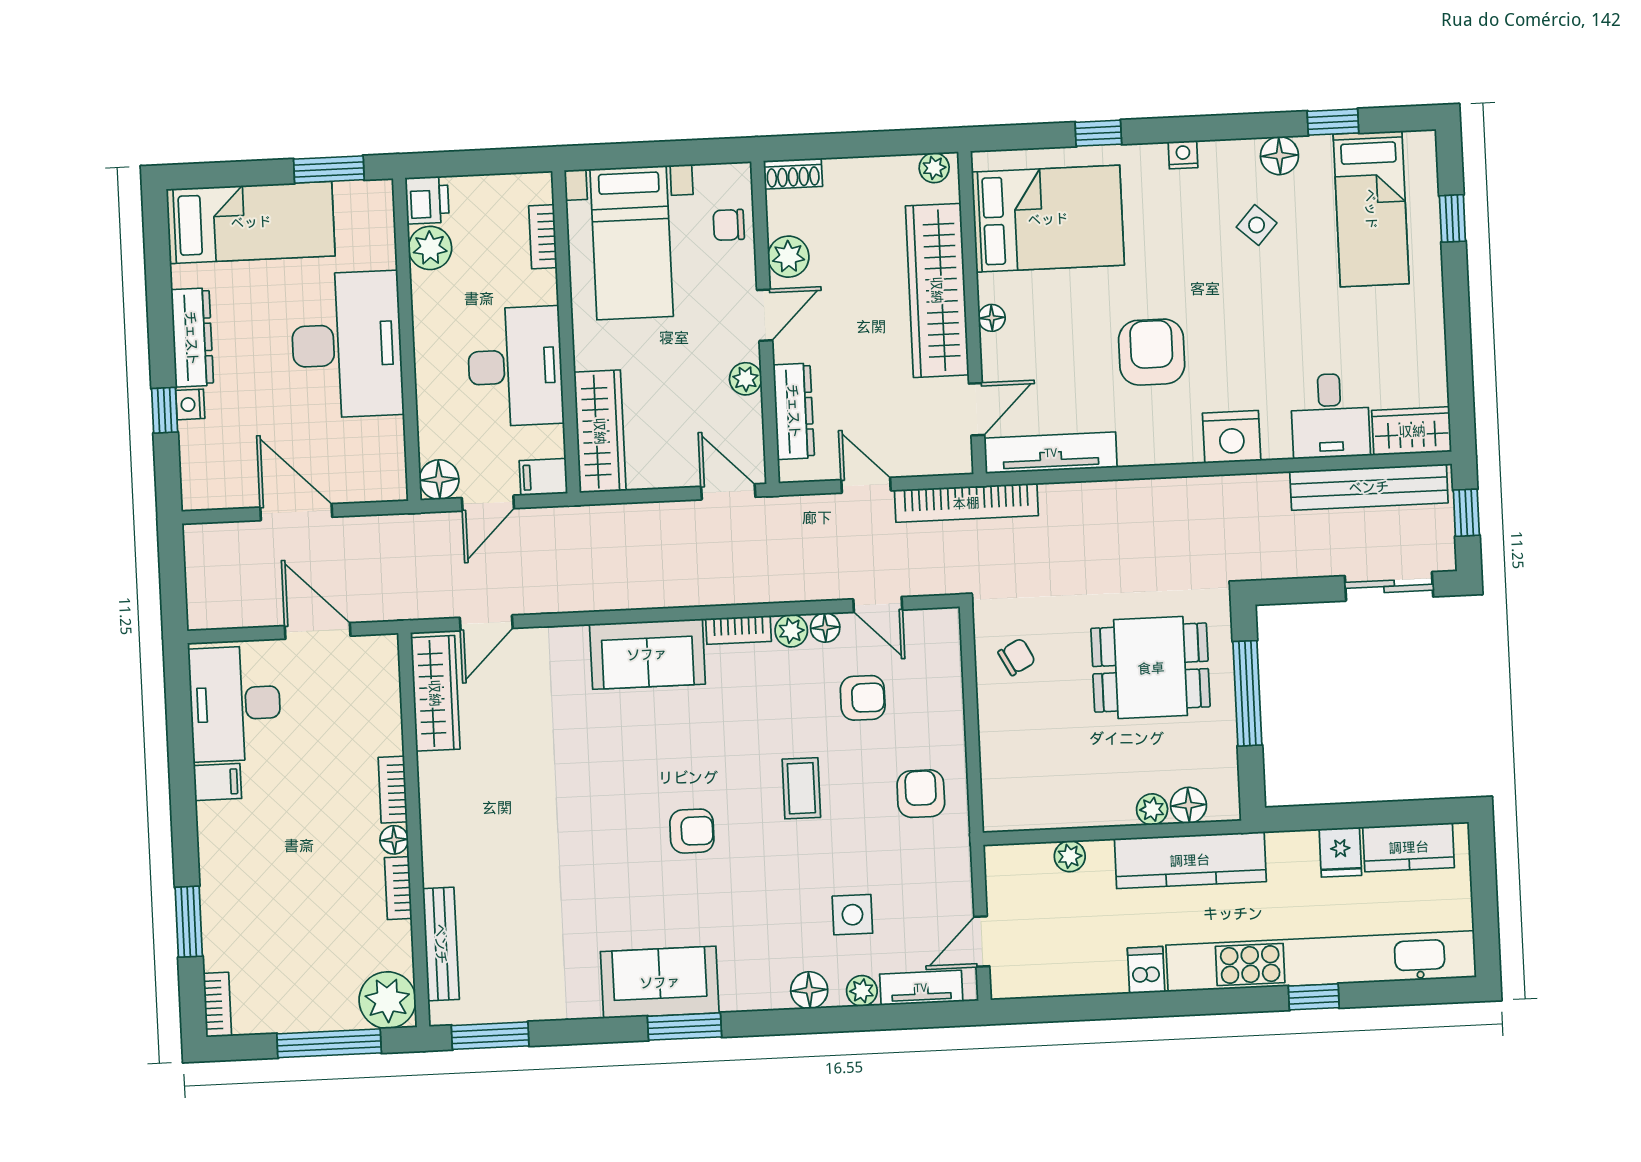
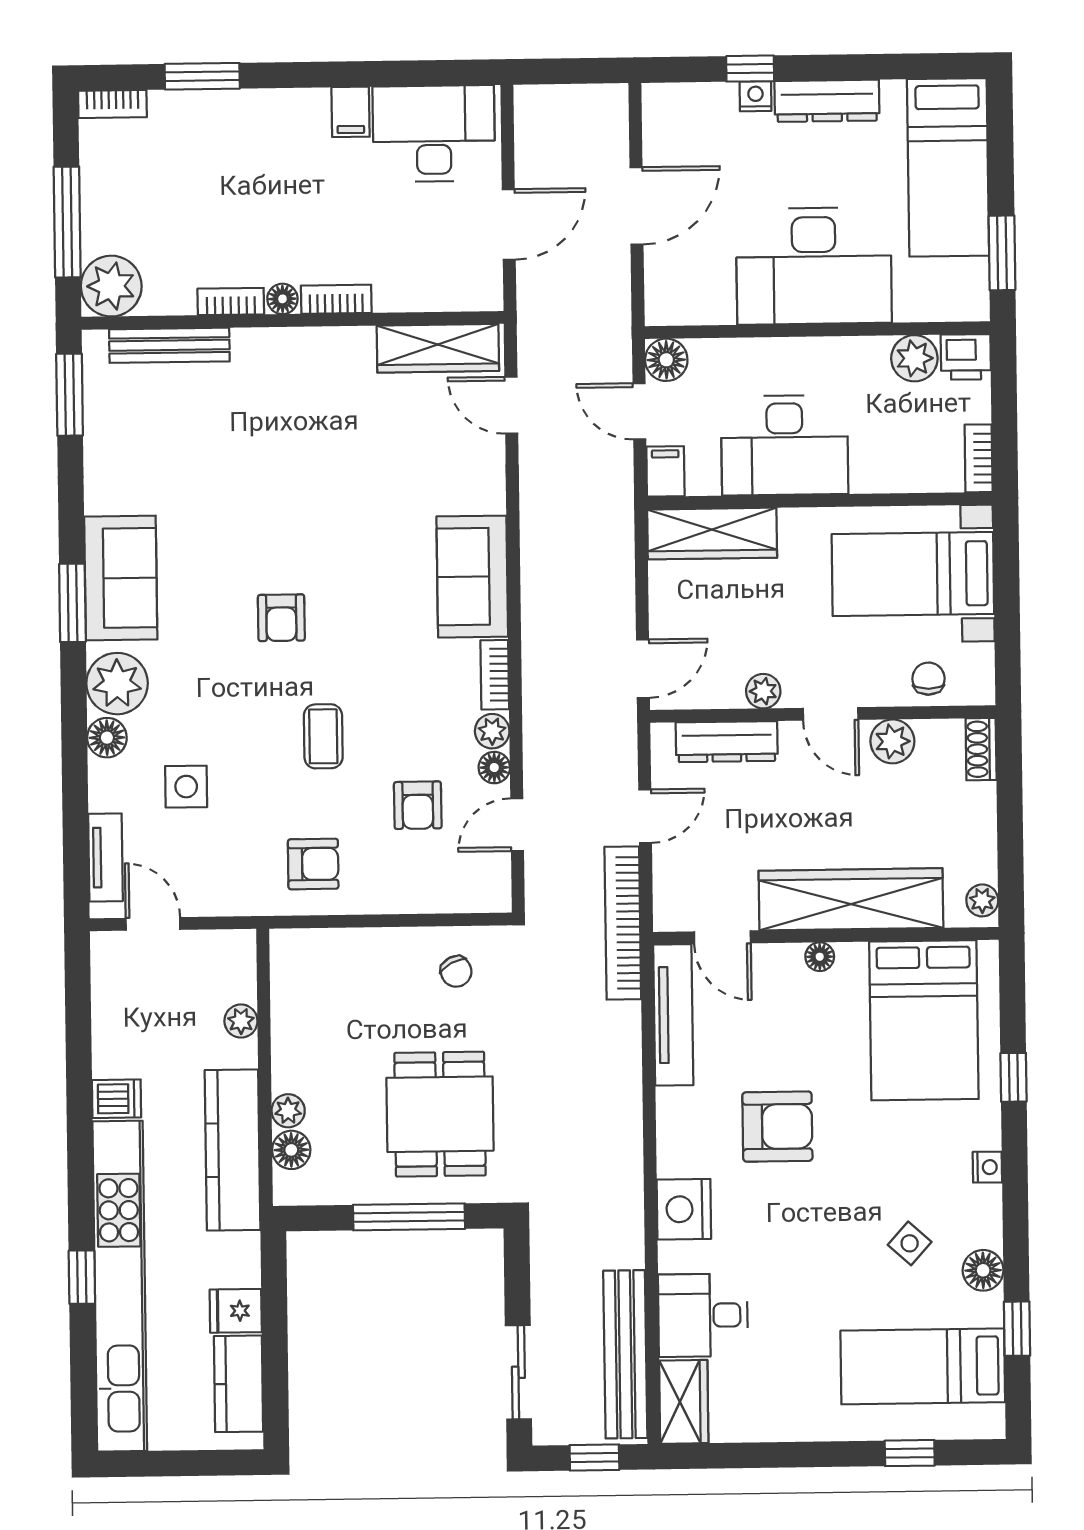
bookcase: (543, 237) -> (979, 458), moved, turned -90
coffee table: (801, 788) -> (323, 736), turned 90
plant: (862, 991) -> (117, 684), moved, width x1.87, depth x1.87

